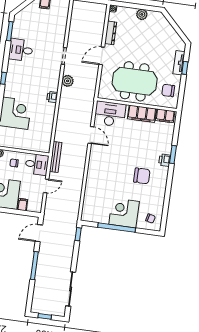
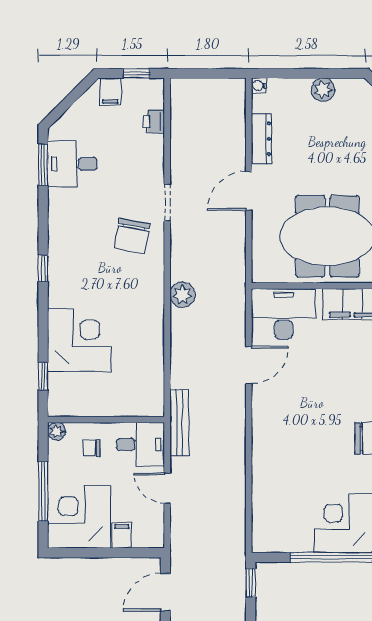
desk: (21, 50) -> (72, 164), moved
chair: (46, 69) -> (132, 236), added
plant: (68, 81) -> (182, 295), moved
printer: (52, 97) -> (154, 121), moved
door: (91, 135) -> (249, 365), hinge flipped
door: (46, 186) -> (167, 488), swing flipped

